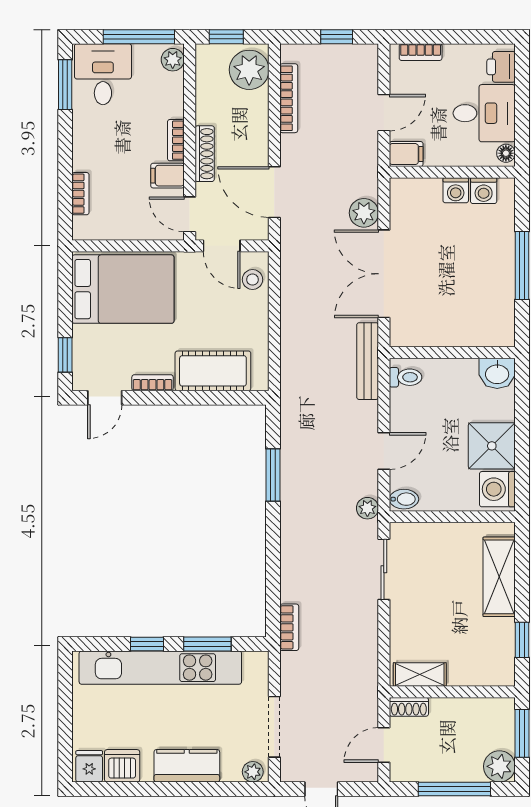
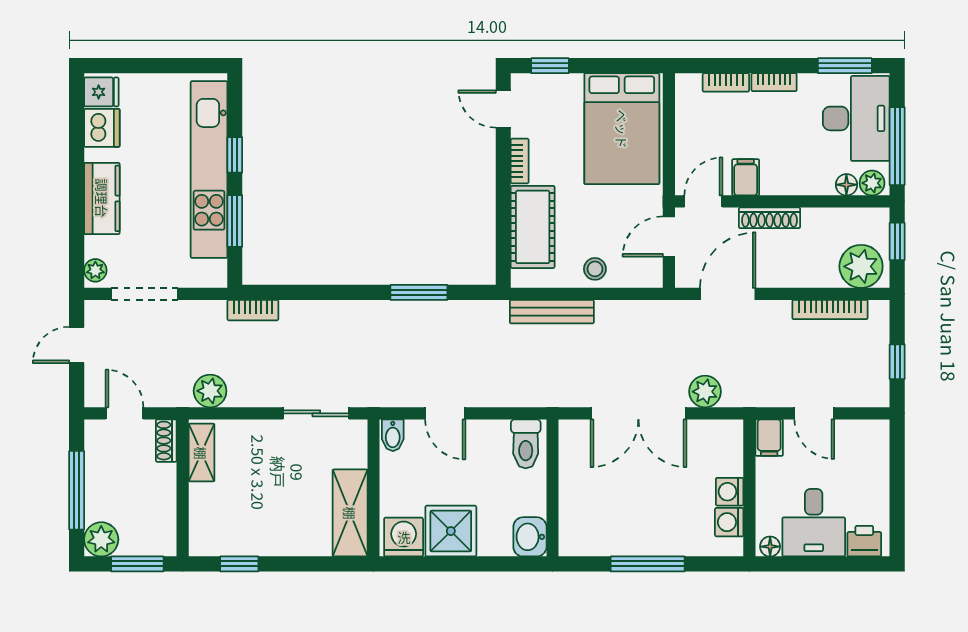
bookcase: (421, 52) -> (880, 453), removed
desk: (103, 74) -> (856, 118), width x1.37
floor lamp: (174, 83) -> (846, 185), added
bookcase: (176, 140) -> (774, 82), moved, turned 180
double door: (384, 274) -> (638, 413), swing flipped
stool: (252, 280) -> (595, 269), moved
bench: (368, 361) -> (552, 312), moved
toilet: (406, 377) -> (526, 444), width x1.37, depth x1.39
plant: (367, 508) -> (210, 391), moved, width x1.38, depth x1.38
shelving: (499, 577) -> (350, 513), moved, turned 90

